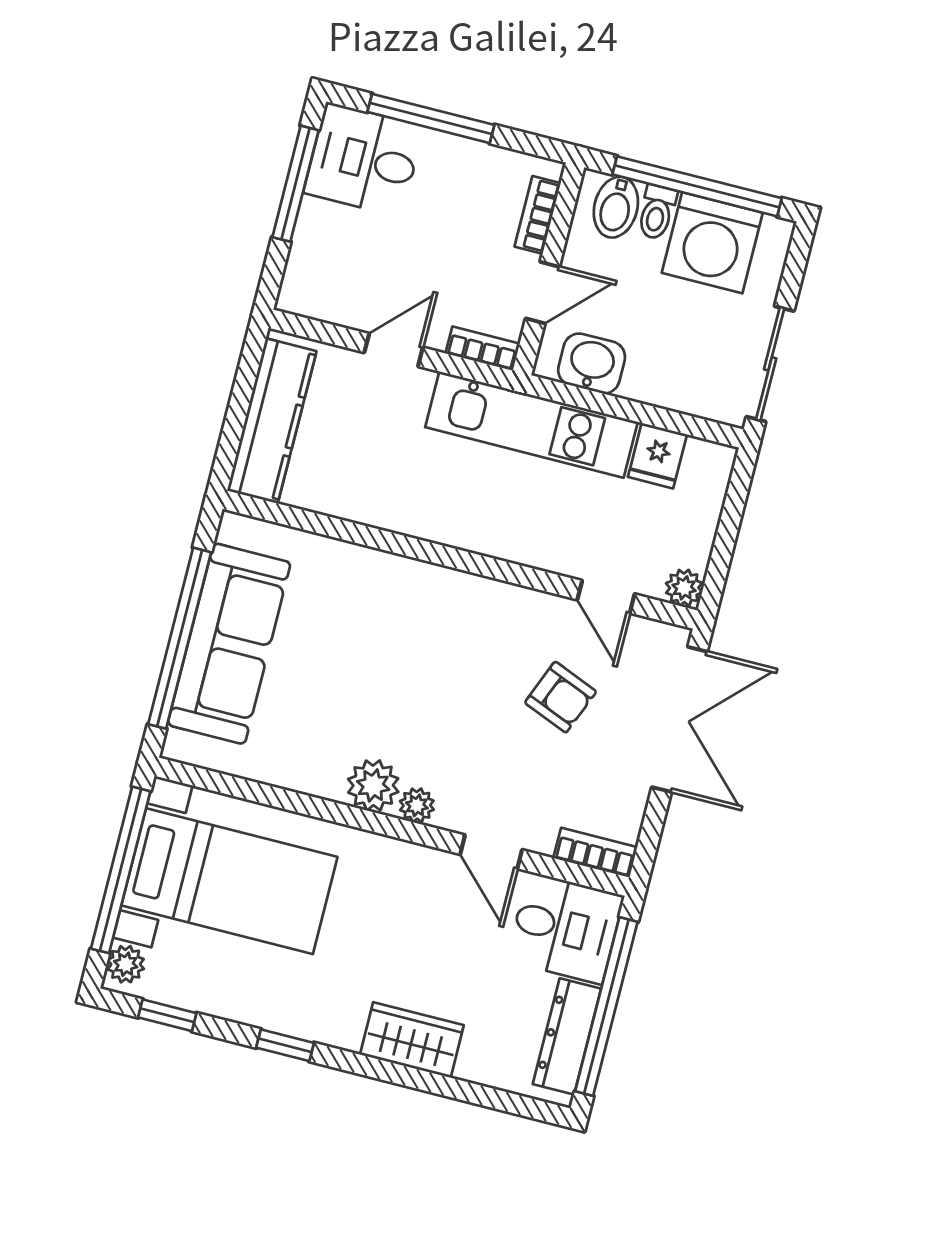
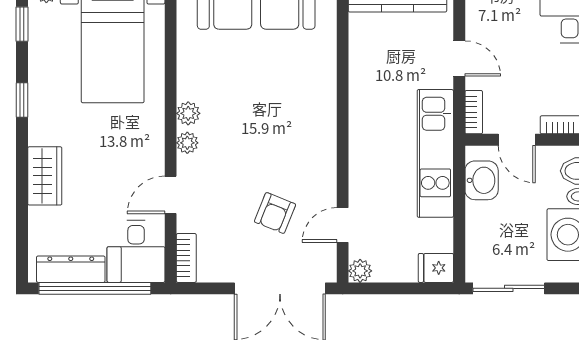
fridge: (657, 456) -> (436, 268), moved
plant: (373, 785) -> (188, 113), width x0.73, depth x0.73

